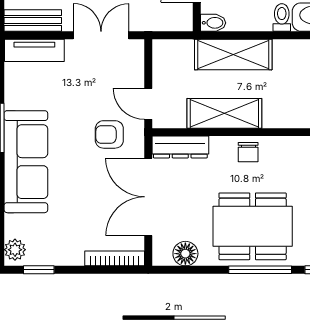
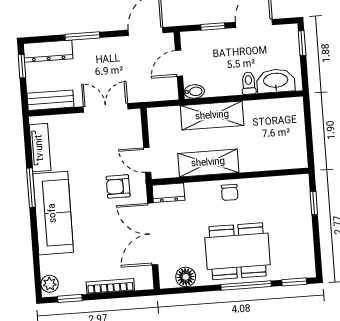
tv unit: (34, 50) -> (40, 148), moved, turned -90
dresser: (180, 147) -> (168, 193), width x0.70
bookcase: (115, 258) -> (110, 286), moved

